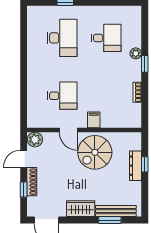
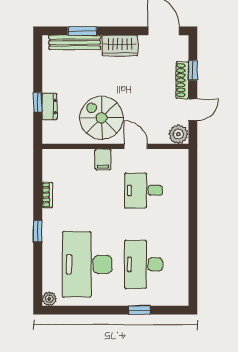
desk: (106, 38) -> (87, 264), width x1.87, depth x1.30
plant: (136, 53) -> (49, 299), moved
spiral stairs: (95, 152) -> (102, 118), turned -90
dresser: (135, 166) -> (50, 106), width x0.70

